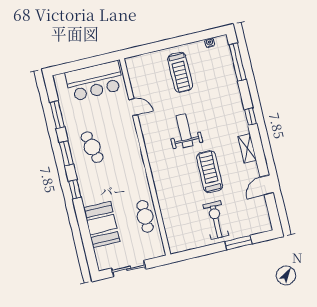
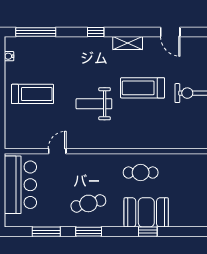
window: (75, 189) -> (148, 232), moved
cafe table: (145, 216) -> (141, 173), moved
booth: (102, 225) -> (146, 212), moved

